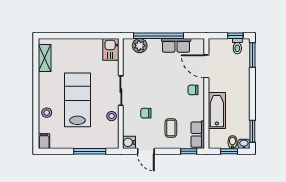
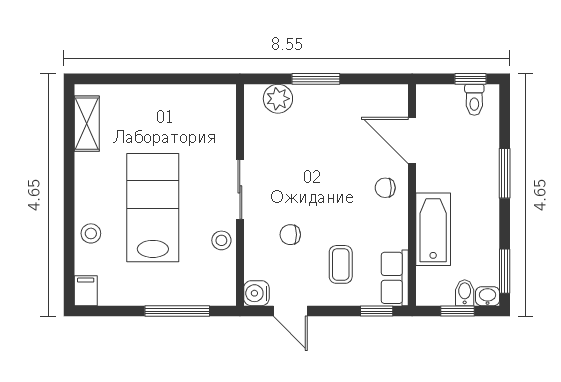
window: (159, 36) -> (316, 79), width x0.47
row of seats: (176, 45) -> (351, 98), removed
kitchen sink: (111, 49) -> (220, 106), removed
window: (252, 55) -> (505, 173), moved

